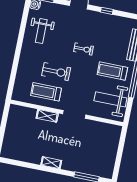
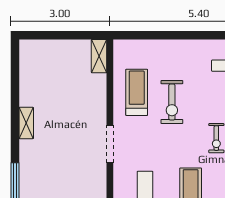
shelving: (47, 116) -> (99, 56), moved

